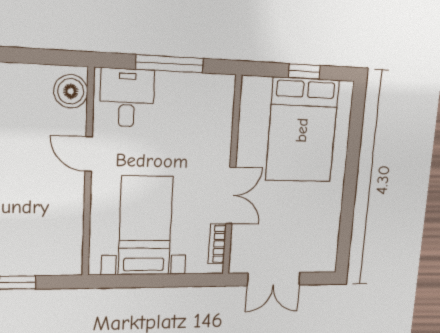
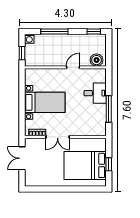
boiler: (71, 91) -> (97, 60), moved
door: (89, 154) -> (73, 67), moved
wall: (88, 174) -> (65, 67), moved

